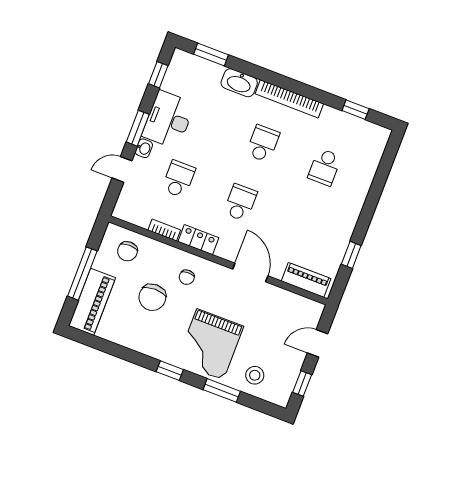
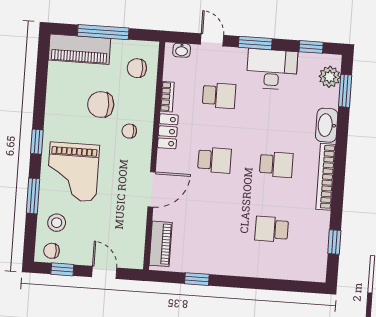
plant: (193, 66) -> (330, 77), added
washbasin: (144, 148) -> (182, 50), moved
grand piano: (210, 344) -> (73, 172), turned -90
chair: (281, 389) -> (52, 251), added

